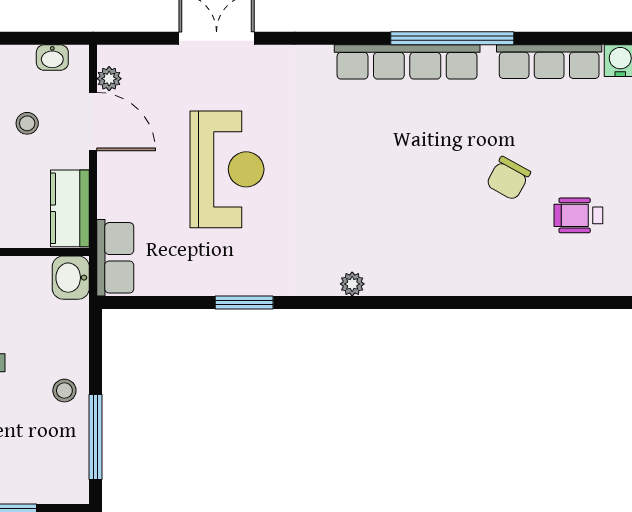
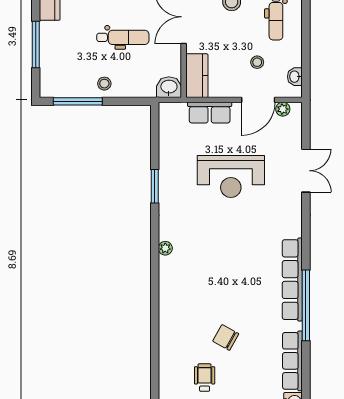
kitchen counter: (70, 208) -> (197, 76), moved, turned 90
row of seats: (115, 258) -> (210, 113), moved

